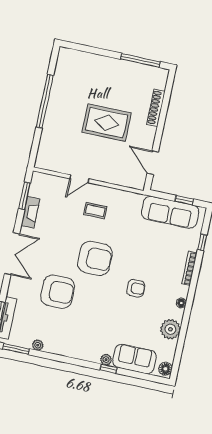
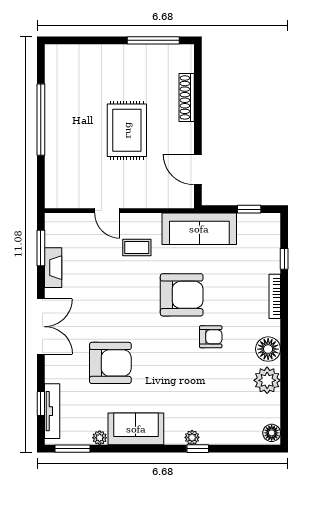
rug: (107, 123) -> (127, 130), turned 90
door: (79, 179) -> (107, 211), hinge flipped
sofa: (170, 212) -> (199, 229), moved
armchair: (95, 258) -> (182, 295), moved
floor lamp: (181, 303) -> (268, 349), width x1.89, depth x1.89
sofa: (134, 359) -> (136, 429), moved

